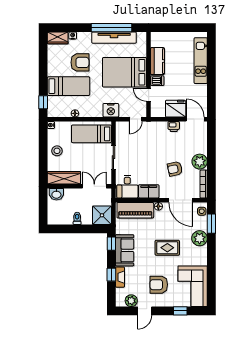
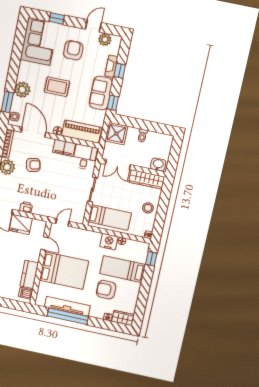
dishwasher: (157, 81) -> (26, 293), moved
nightstand: (111, 110) -> (109, 242), moved
armchair: (159, 285) -> (73, 50), turned -90

